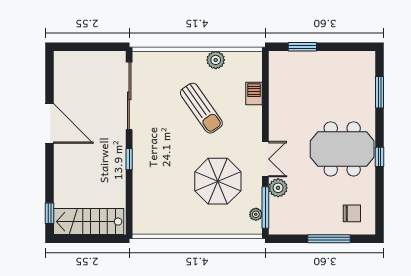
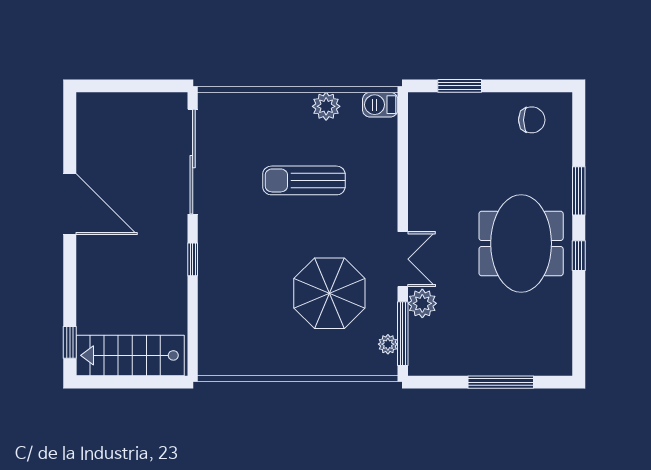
window: (380, 92) -> (579, 191), moved
barbecue: (254, 94) -> (380, 105), moved, turned -90
sun lounger: (201, 108) -> (304, 180), turned 125
meeting table: (342, 149) -> (521, 243), turned 90
chair: (352, 213) -> (532, 120), moved

